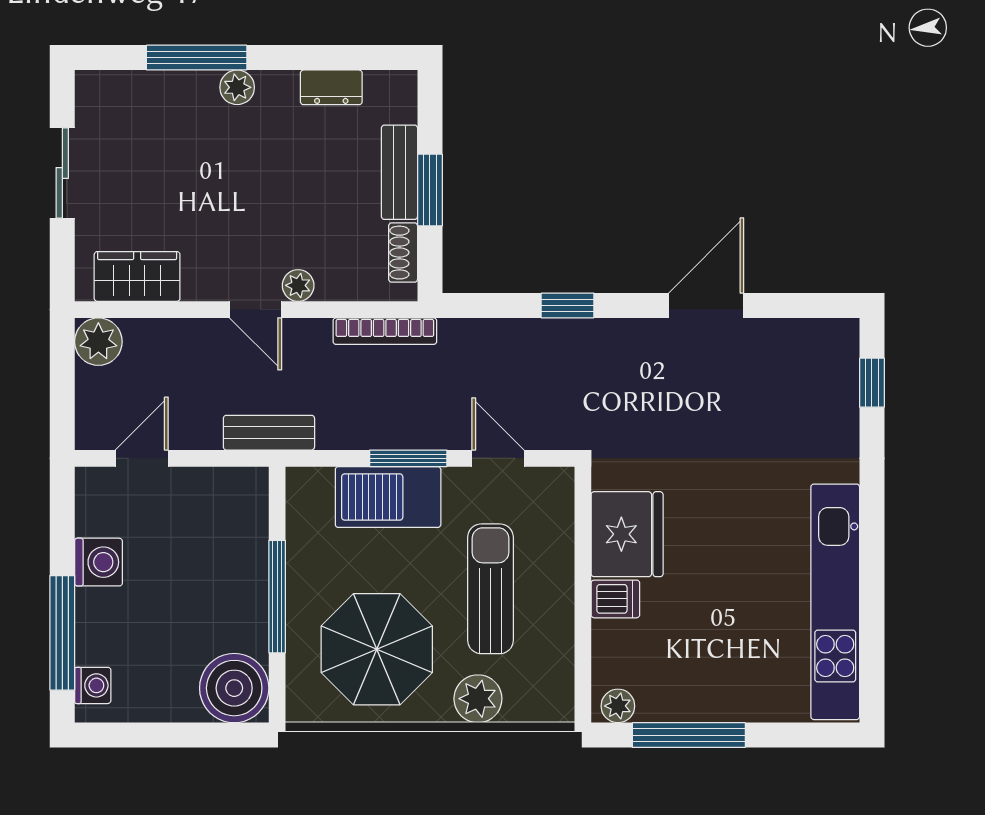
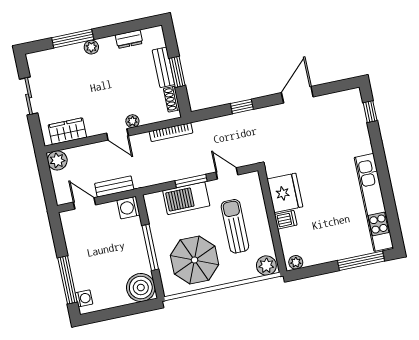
bench: (269, 433) -> (114, 186), moved
door: (142, 458) -> (84, 203), hinge flipped
washing machine: (99, 562) -> (128, 208), moved, turned 180
plant: (478, 699) -> (266, 266), moved
window: (689, 735) -> (361, 261), moved

